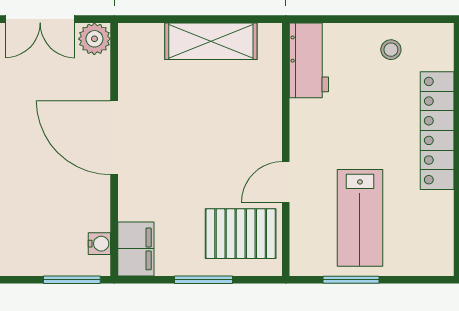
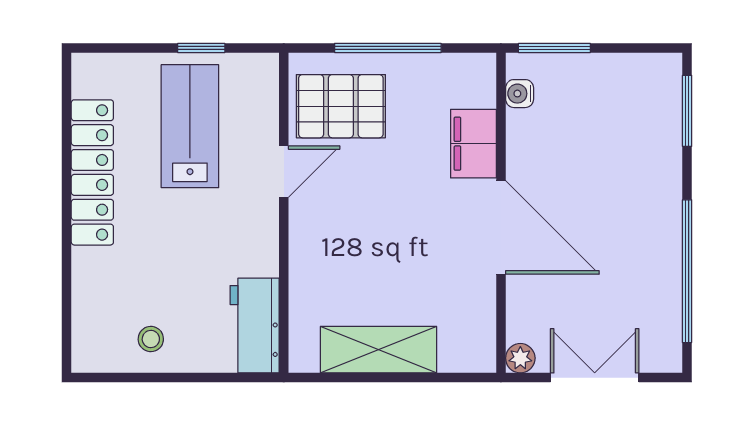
plant: (94, 39) -> (520, 358), width x0.73, depth x0.73
locker: (437, 131) -> (92, 172), moved
filing cabinet: (136, 249) -> (473, 144), moved
window: (204, 280) -> (388, 48), width x1.44
window: (351, 280) -> (201, 48), width x0.67

